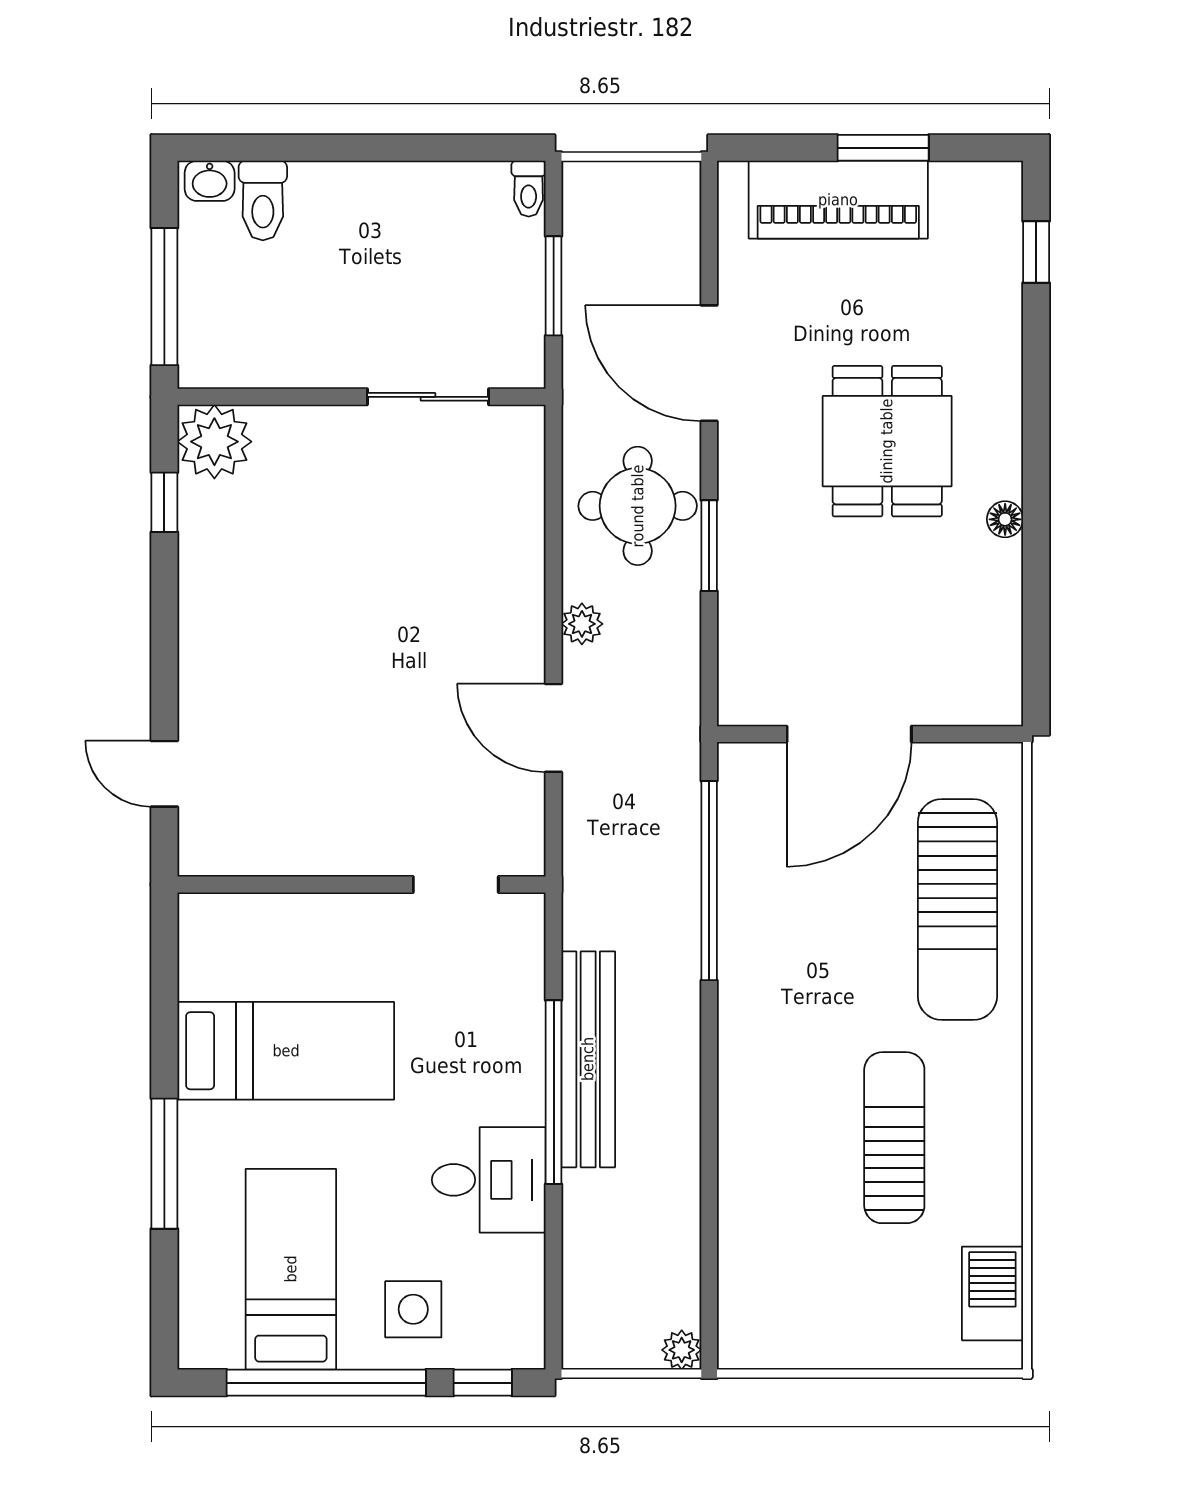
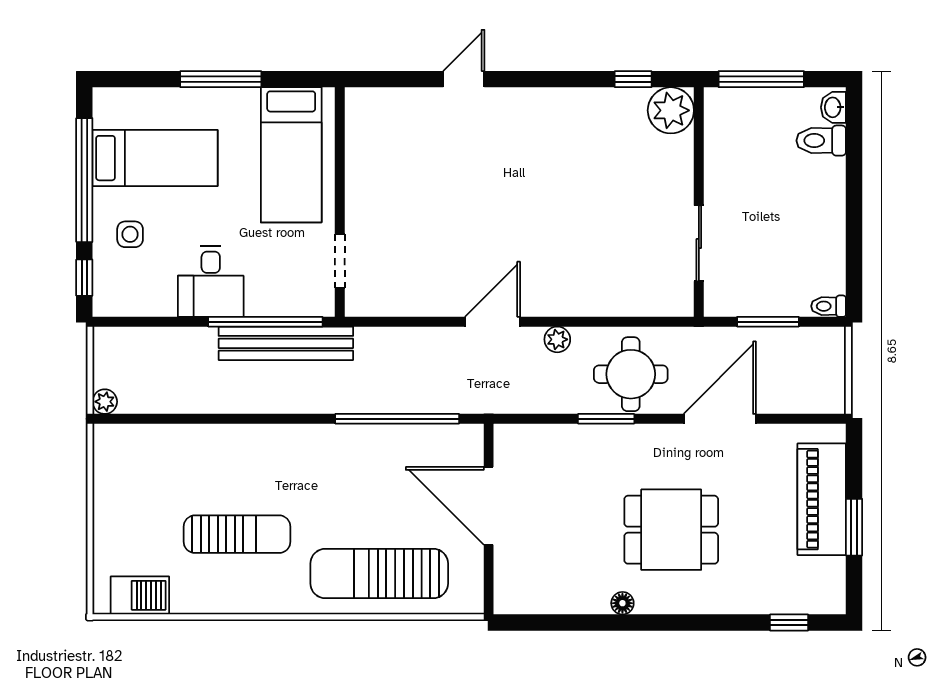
wall: (362, 885) -> (340, 202), moved
doorway: (456, 885) -> (340, 261), moved
side table: (413, 1309) -> (130, 234), width x0.73, depth x0.73

